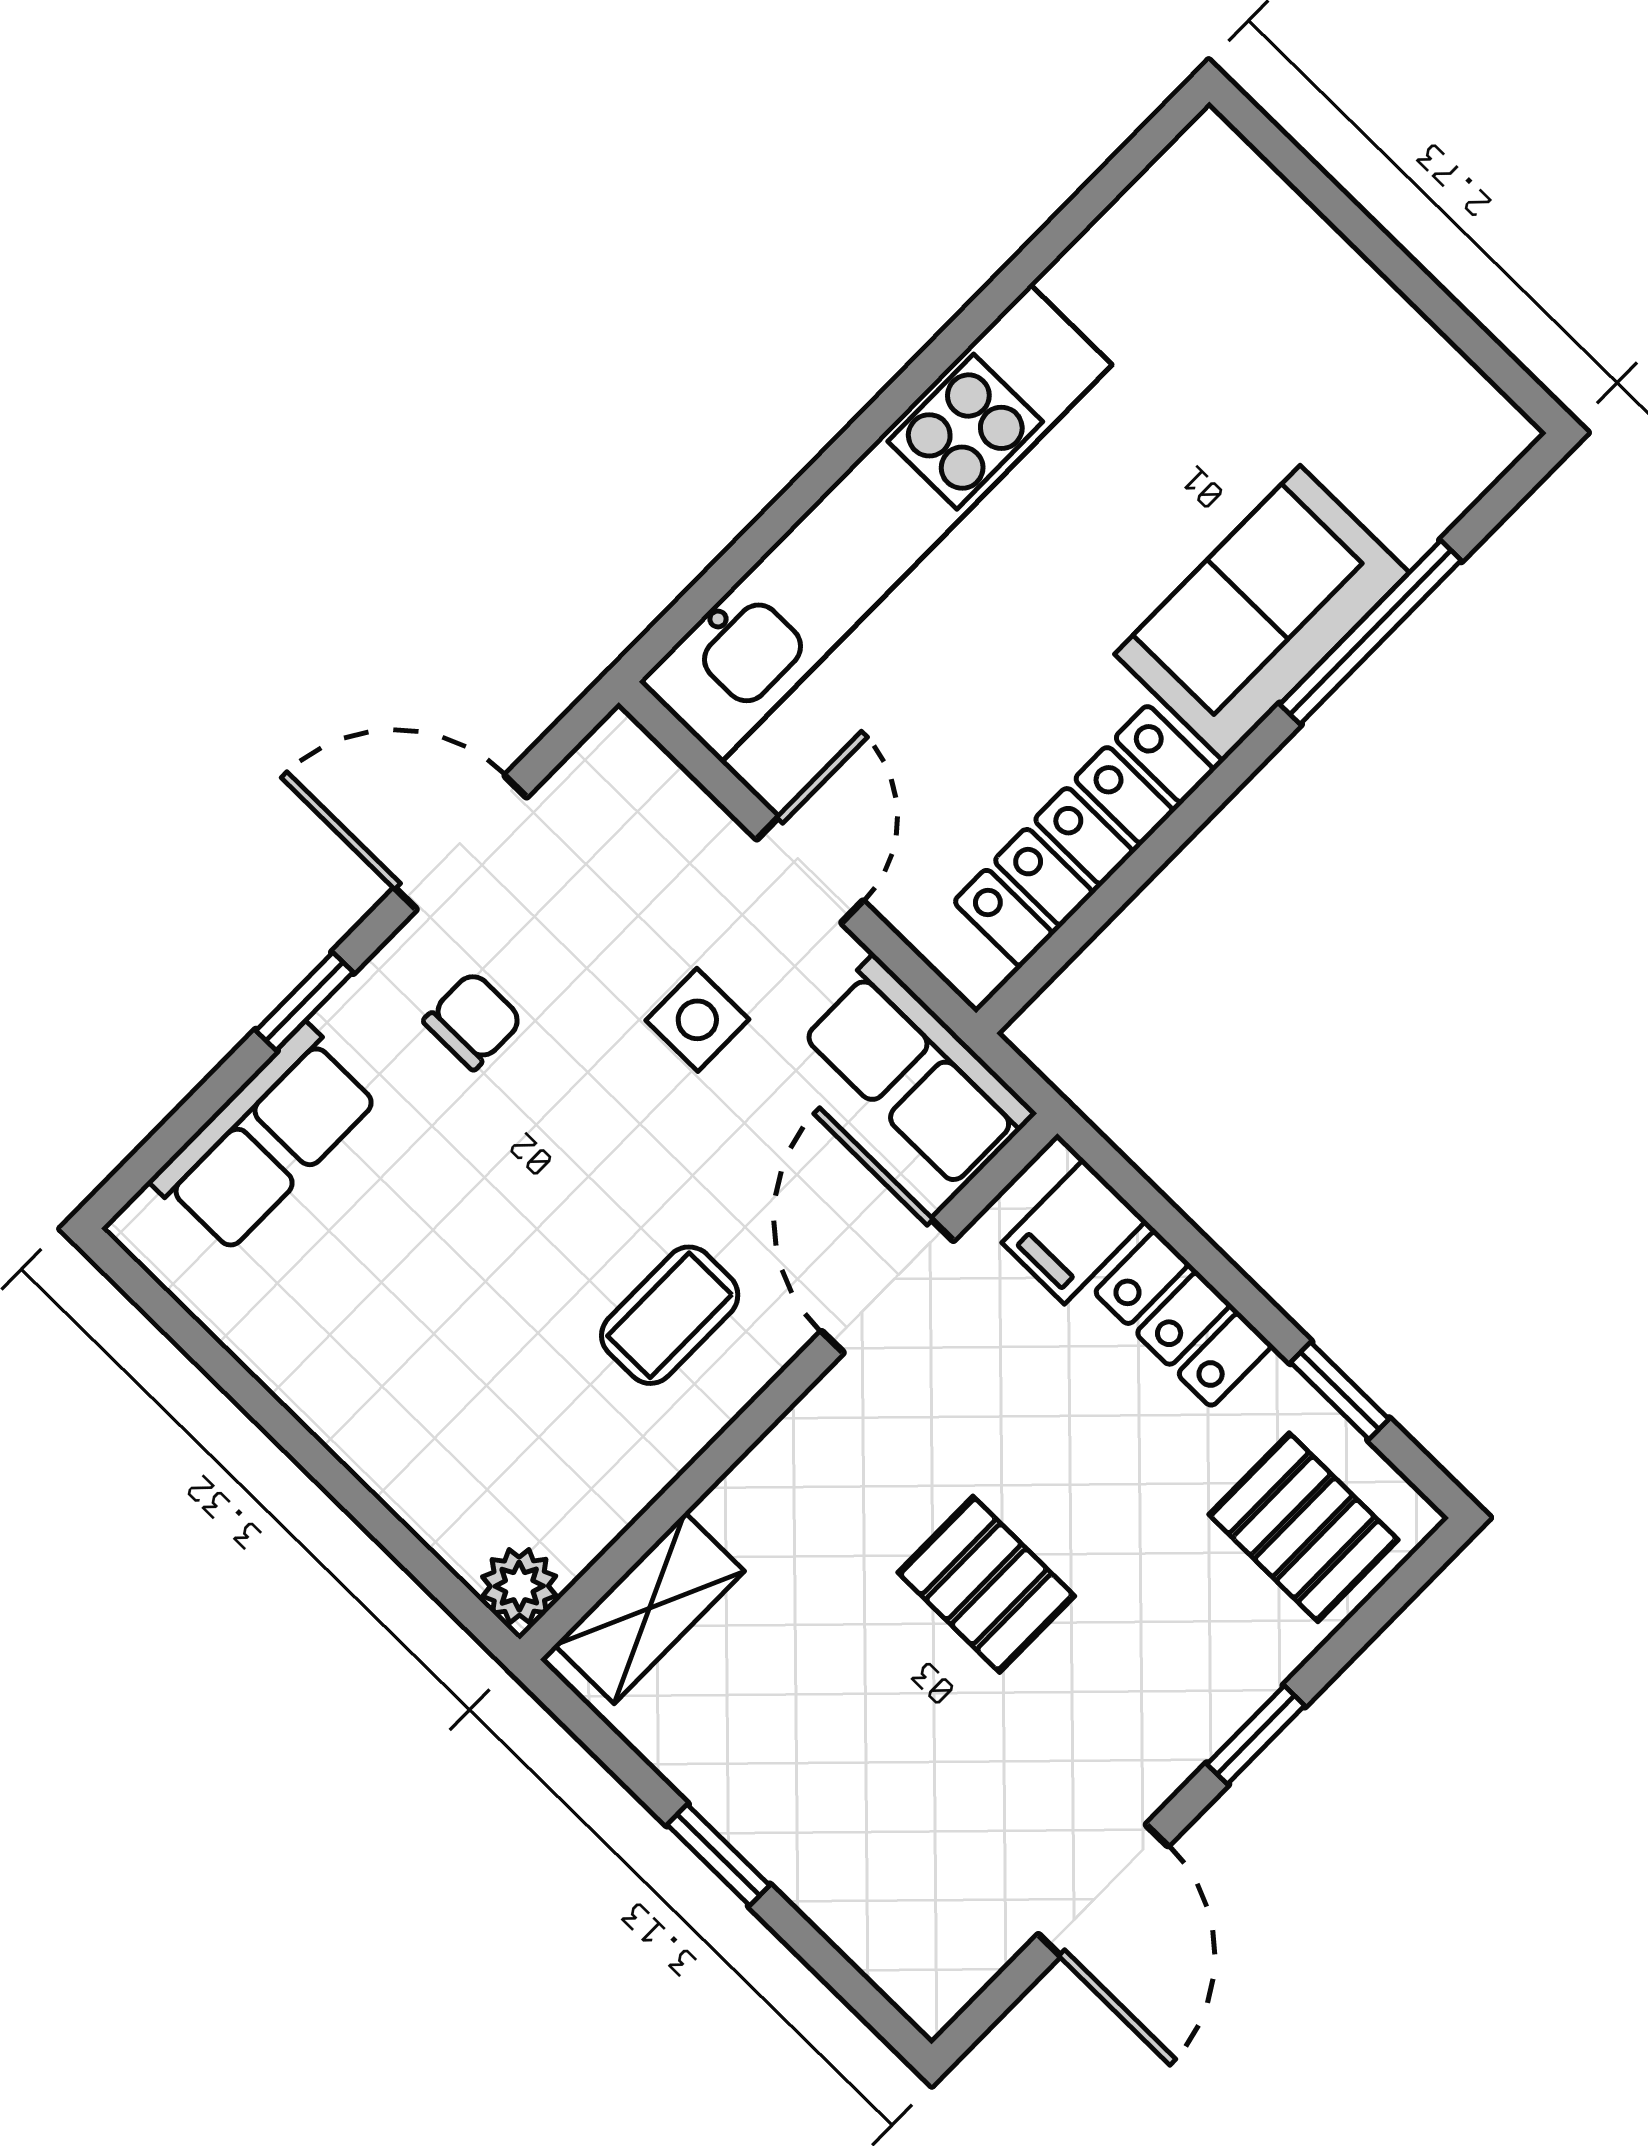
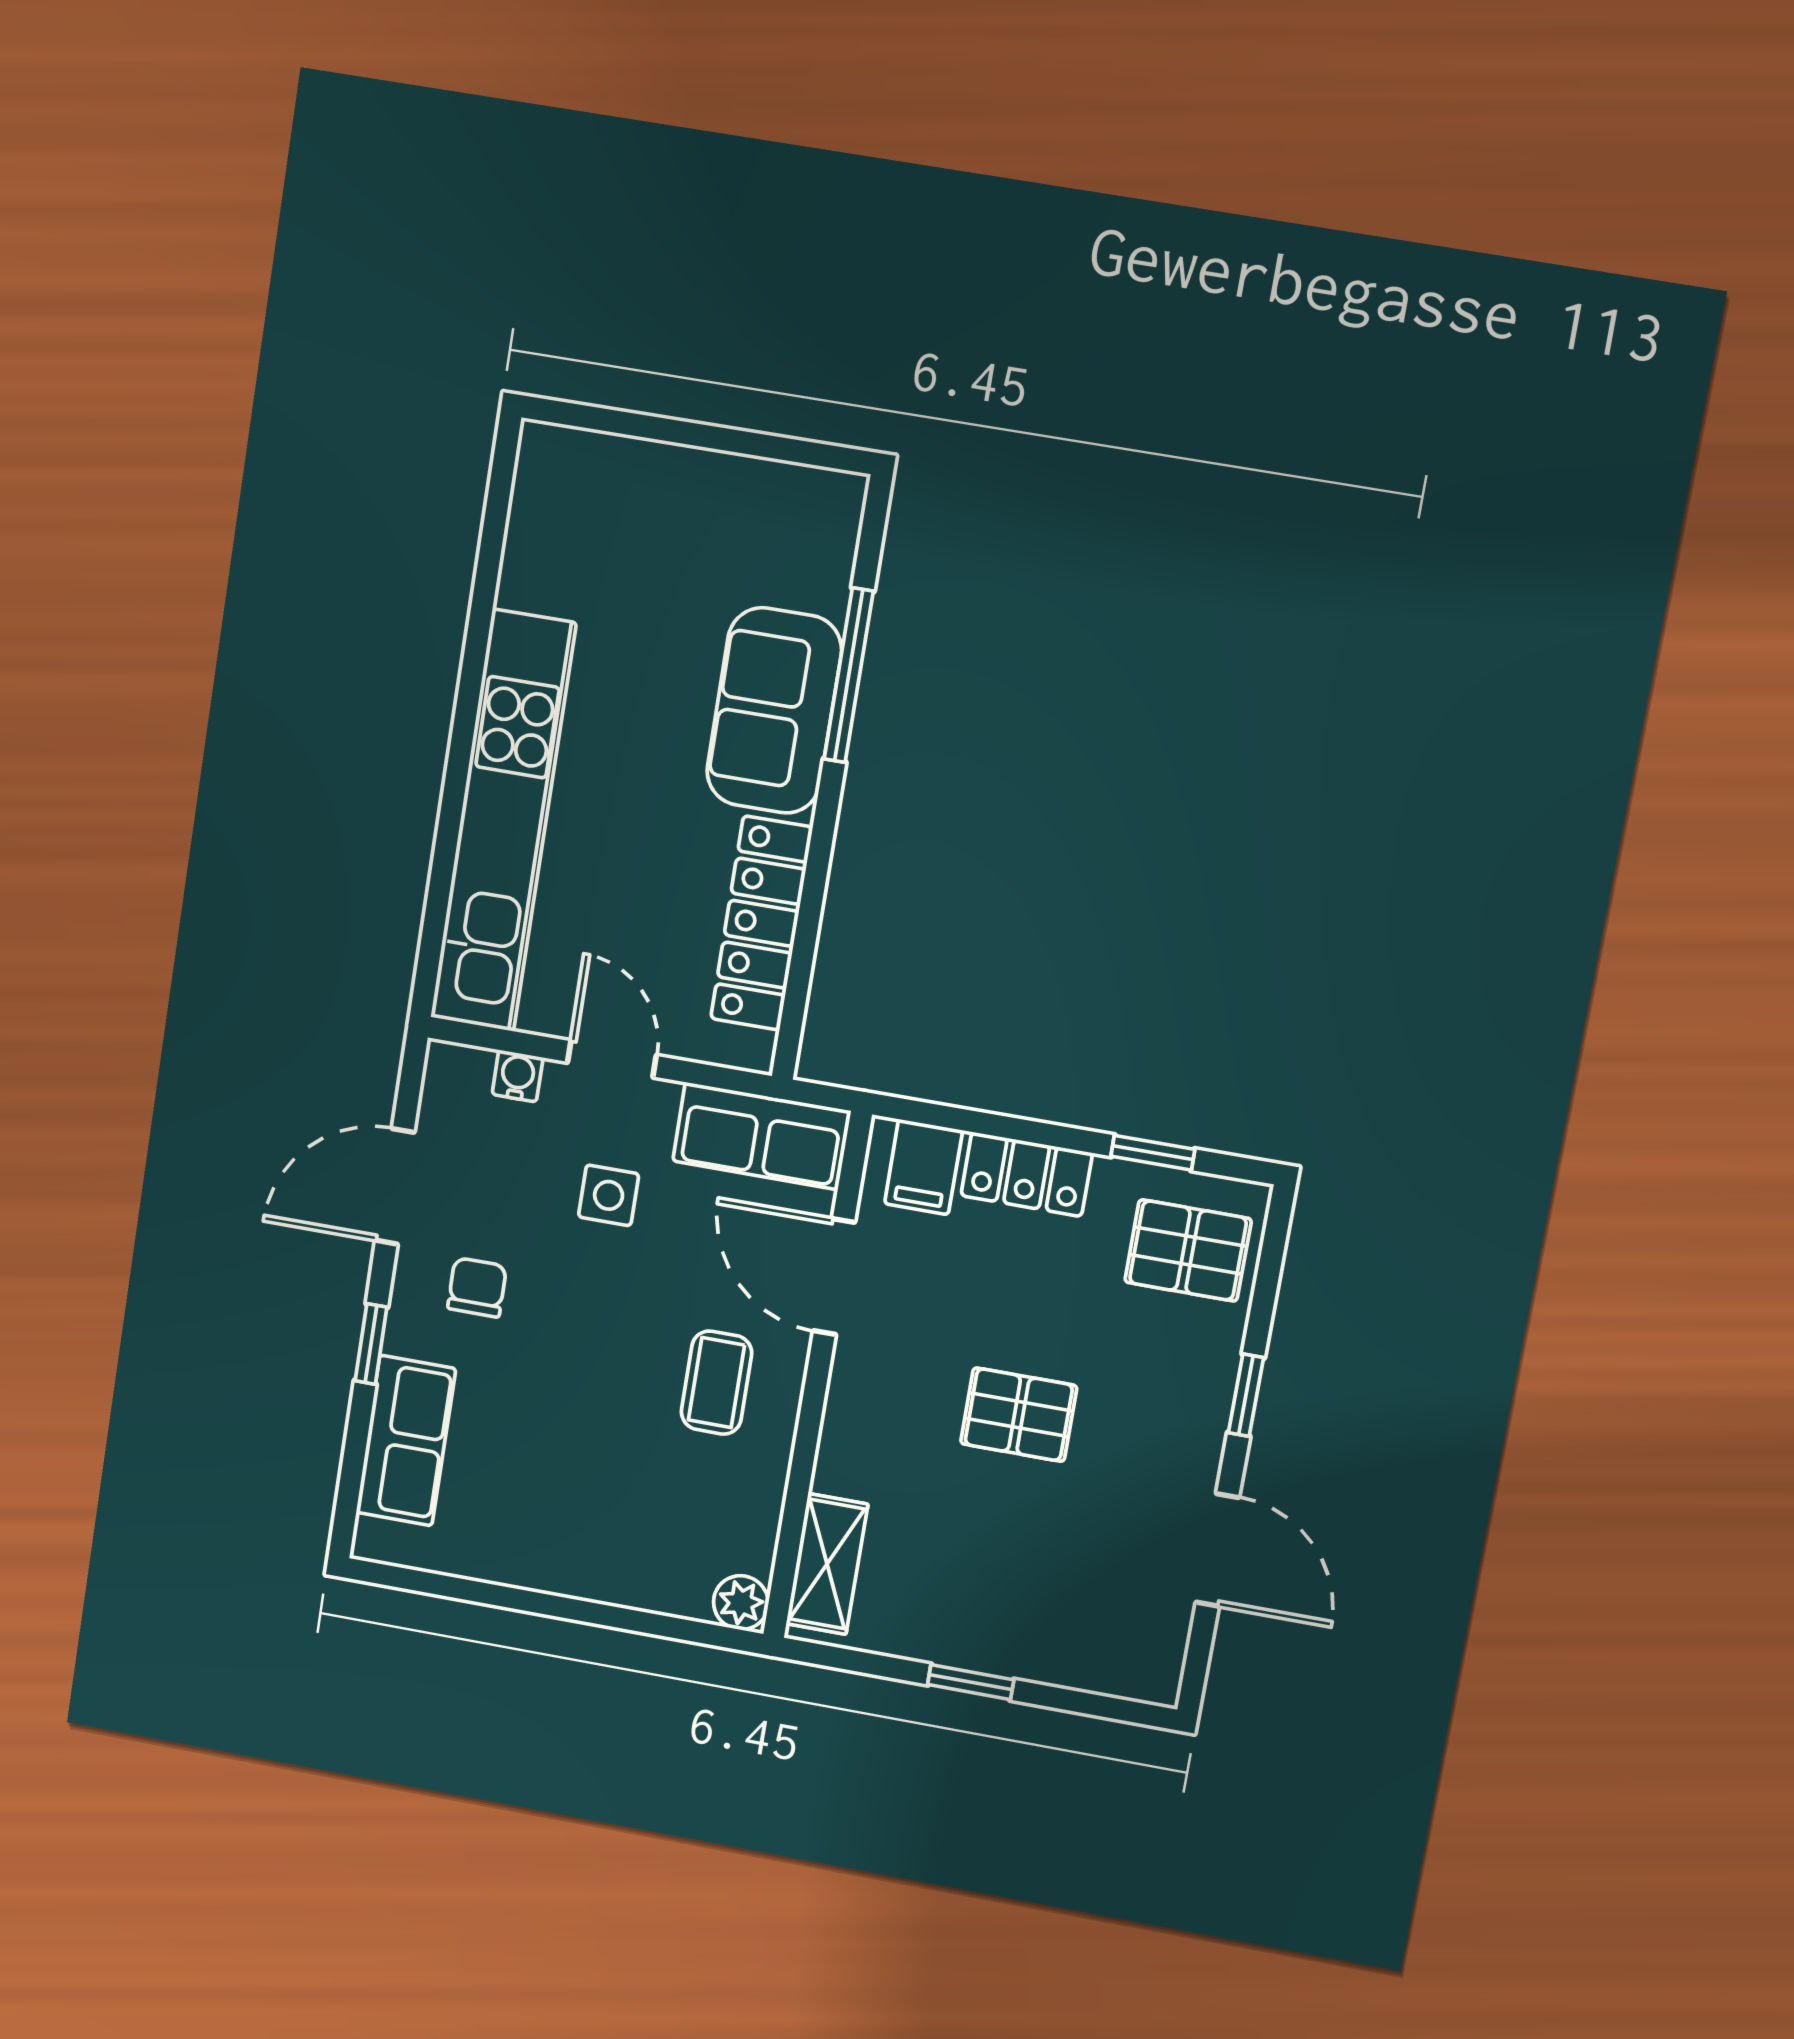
water cooler: (690, 815) -> (518, 1076), added

